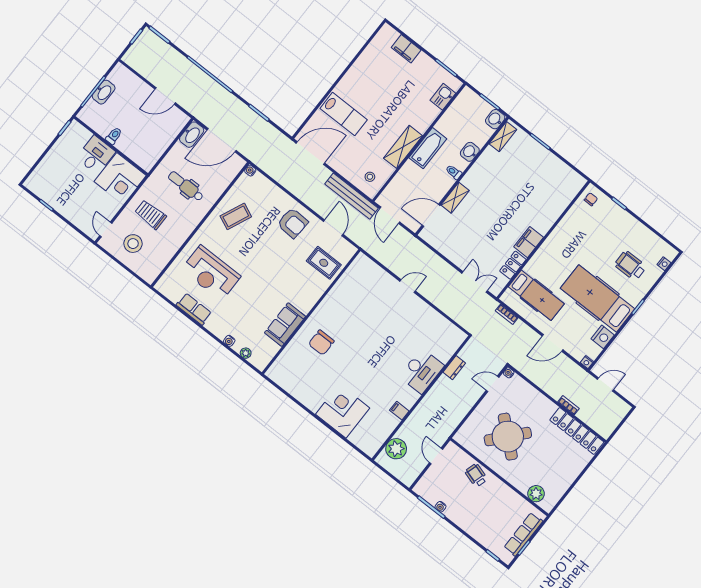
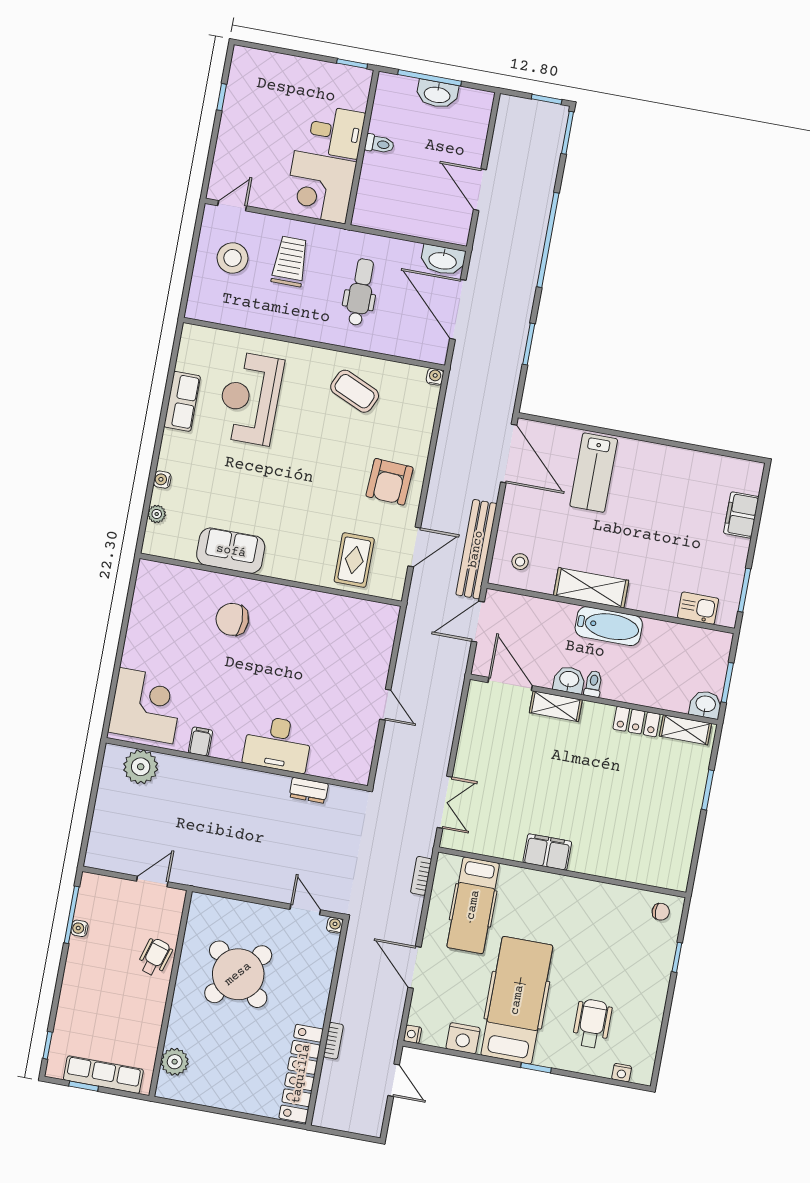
washbasin: (470, 152) -> (569, 680), moved
locker: (513, 265) -> (637, 722), moved, turned 180
dresser: (454, 368) -> (309, 790), moved
desk: (422, 371) -> (278, 744), moved
wall: (421, 398) -> (237, 764), moved
filing cabinet: (399, 411) -> (200, 742), moved
plant: (396, 449) -> (141, 767), moved

